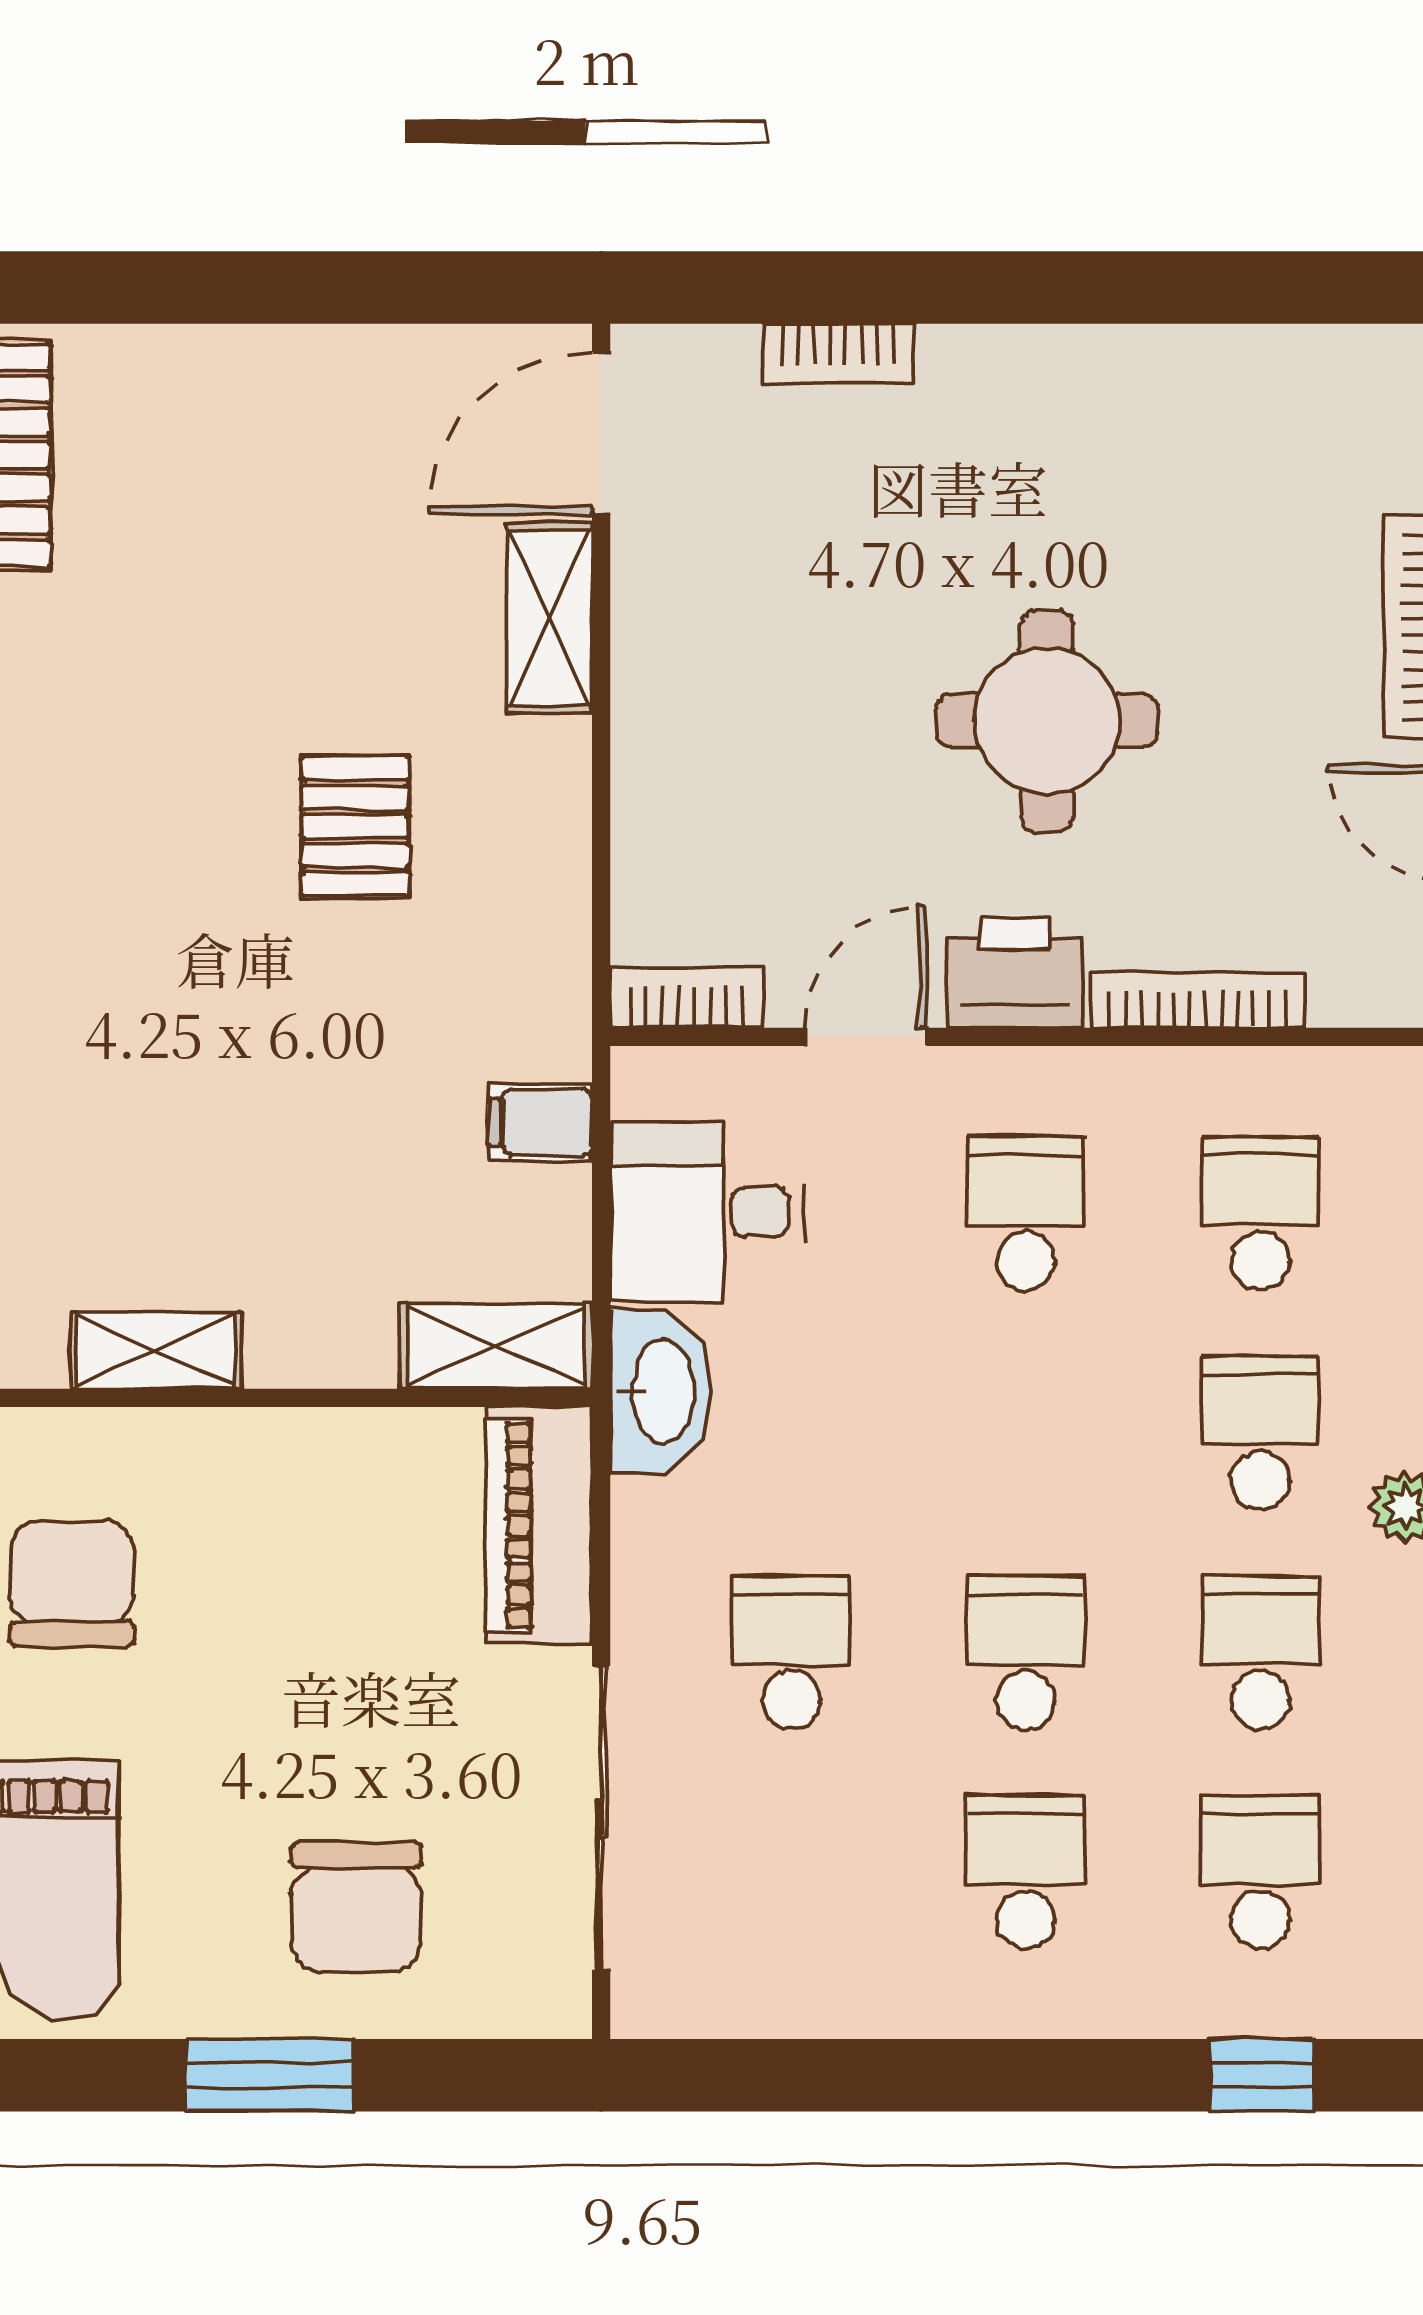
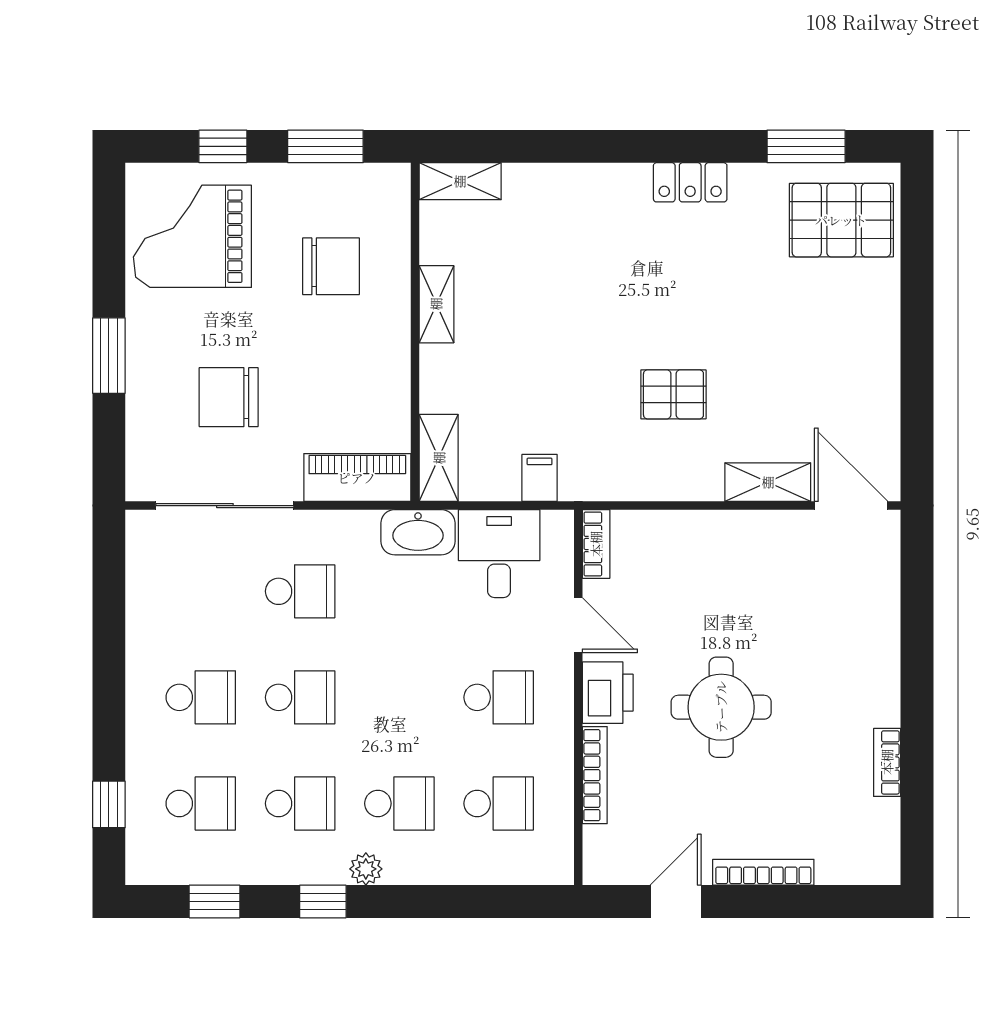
bookcase: (838, 354) -> (887, 762), moved
chair: (356, 1907) -> (229, 397), moved

